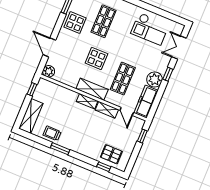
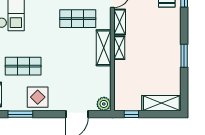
display table: (96, 58) -> (68, 57), removed
trolley: (52, 133) -> (171, 72), removed

